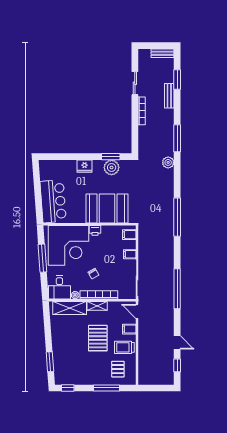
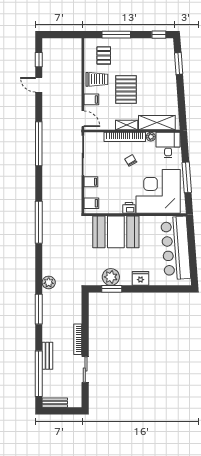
window: (177, 79) -> (39, 374), width x2.11
bar counter: (53, 201) -> (176, 248), width x1.36

